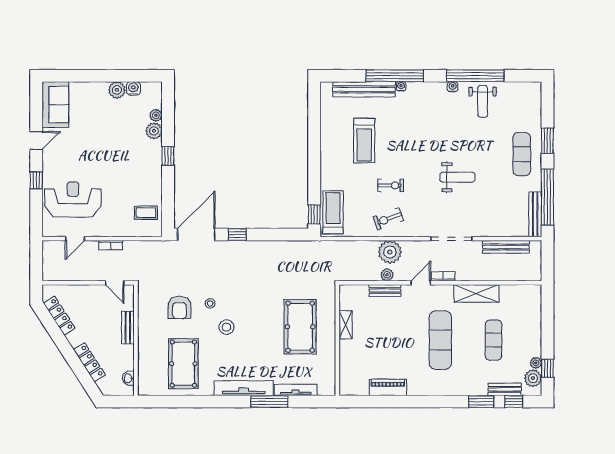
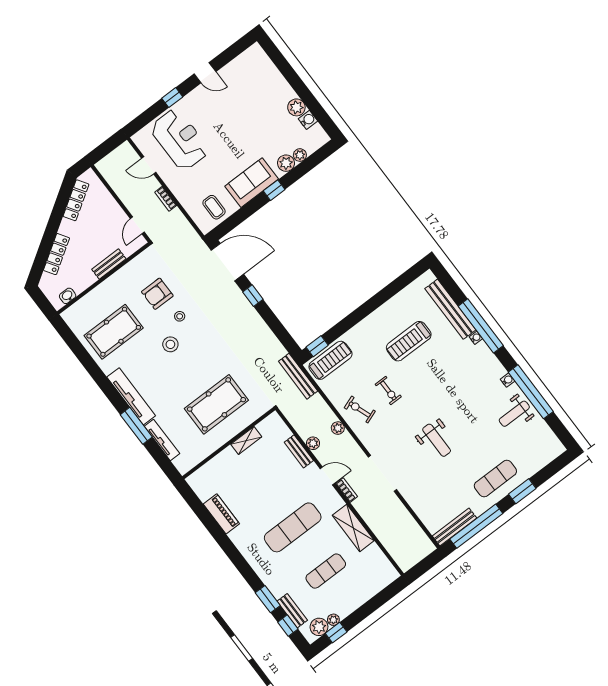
sofa: (55, 104) -> (252, 183), moved, turned 180
bench: (506, 247) -> (298, 376), moved
plant: (390, 252) -> (338, 428), width x0.53, depth x0.53

